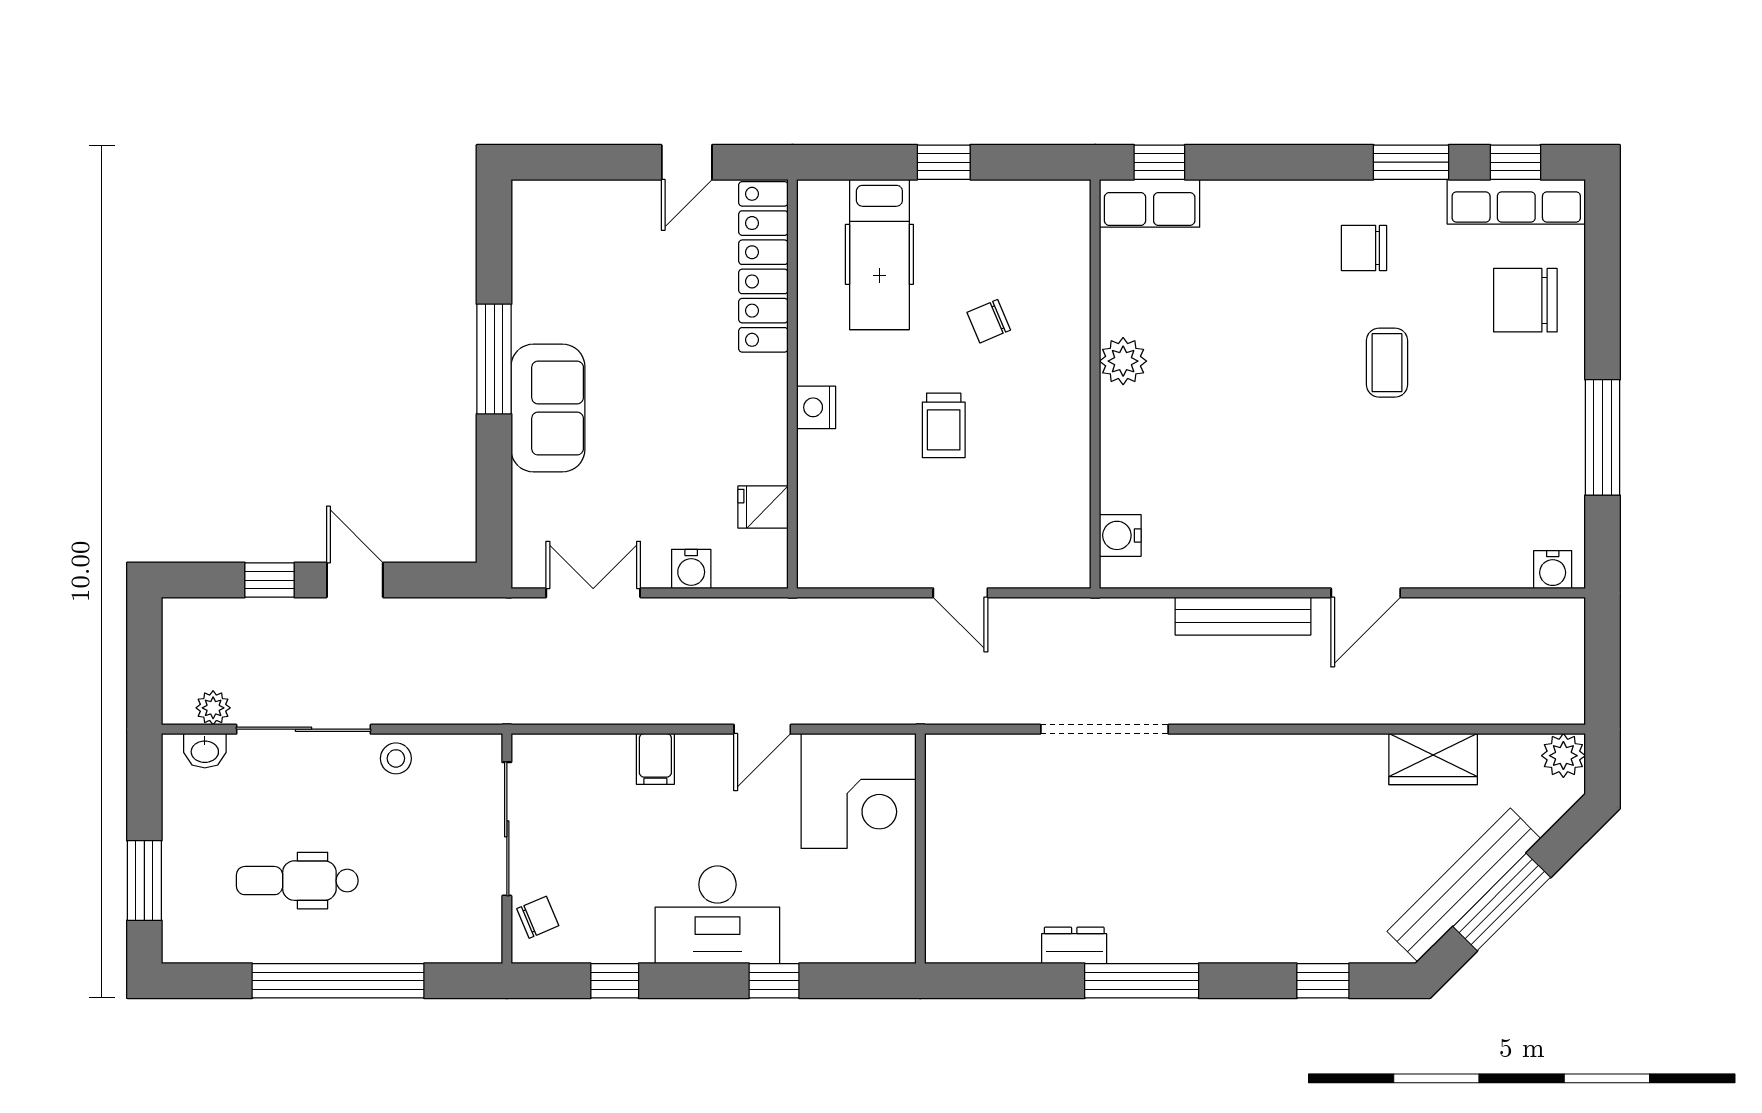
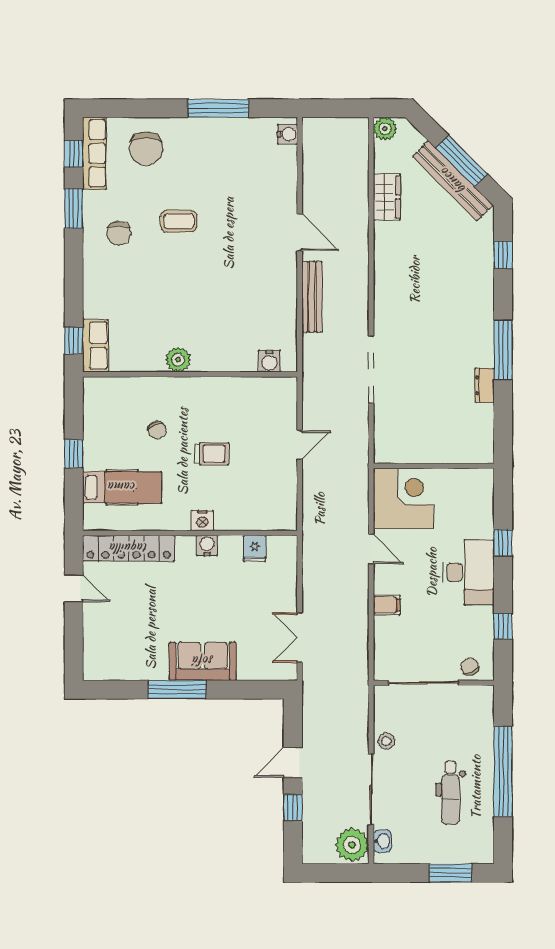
water cooler: (691, 569) -> (207, 546), moved, turned -90
plant: (213, 708) -> (352, 845), width x1.88, depth x1.88

